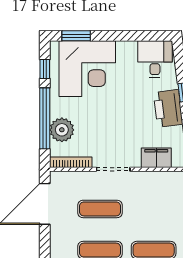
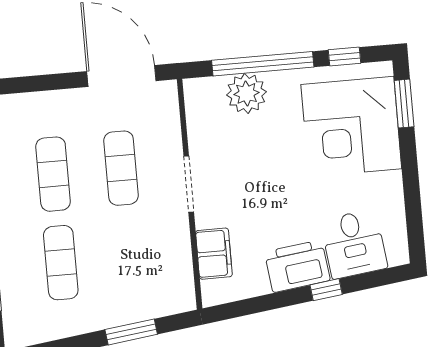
desk: (155, 59) -> (354, 244), moved, turned 83
bookcase: (71, 162) -> (194, 113), removed

